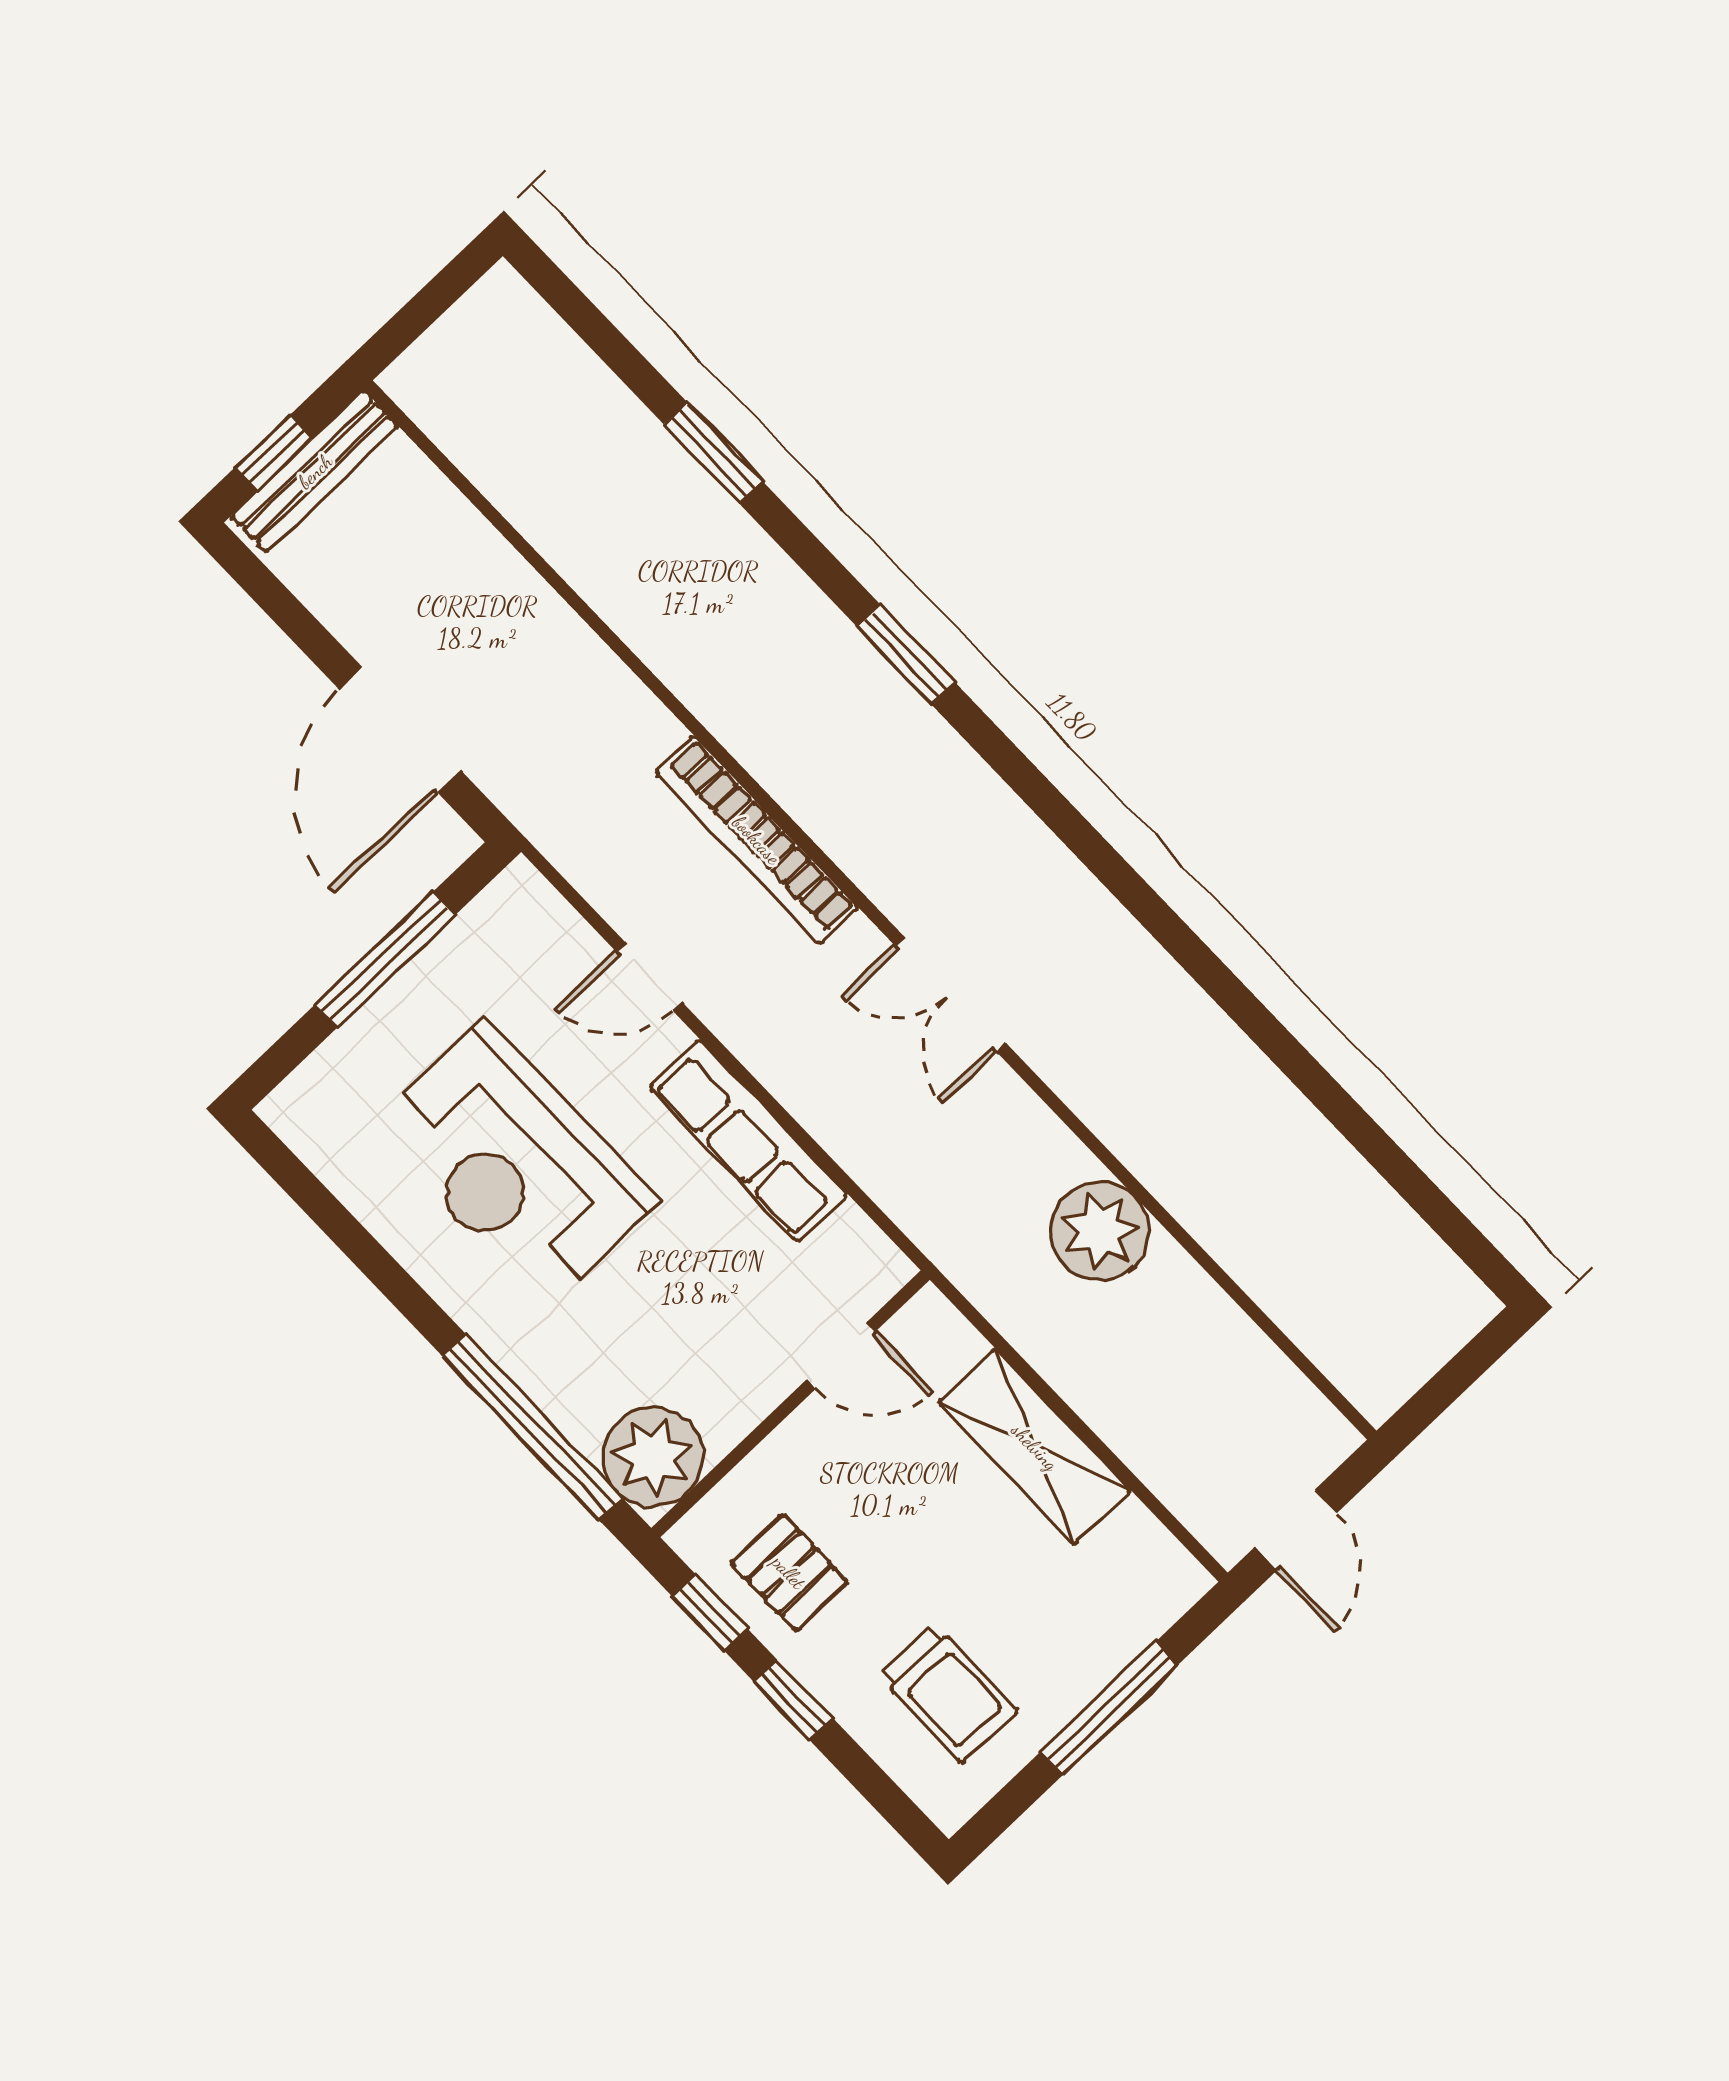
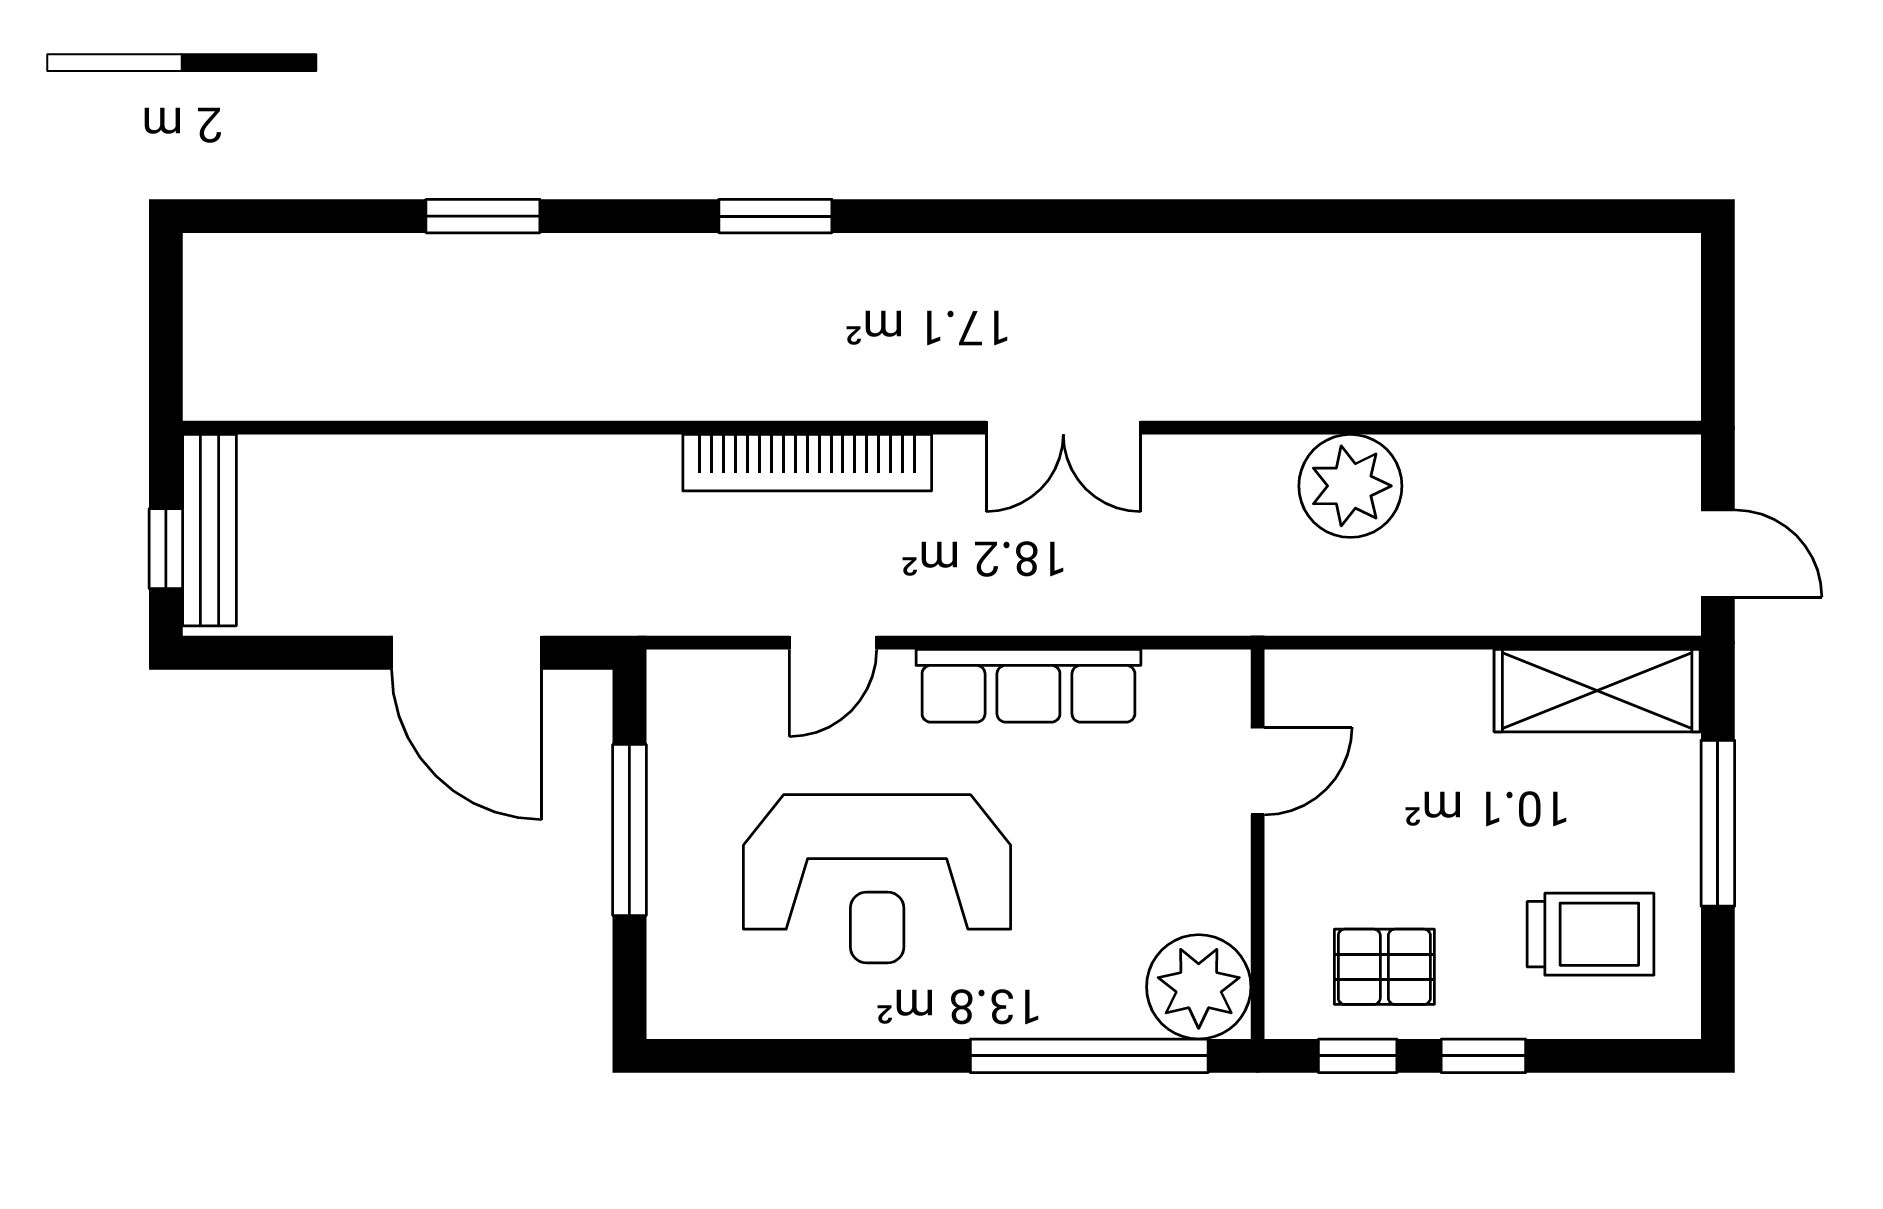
shelving: (1035, 1447) -> (1597, 691), moved

